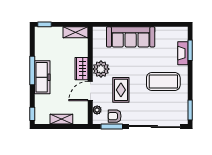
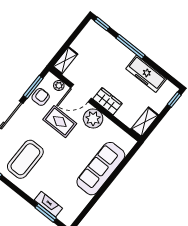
window: (32, 70) -> (130, 47), moved
freezer: (42, 77) -> (146, 74), moved
coffee table: (163, 82) -> (25, 159), moved
door: (90, 91) -> (81, 93), swing flipped
shelving: (61, 119) -> (65, 60), moved

